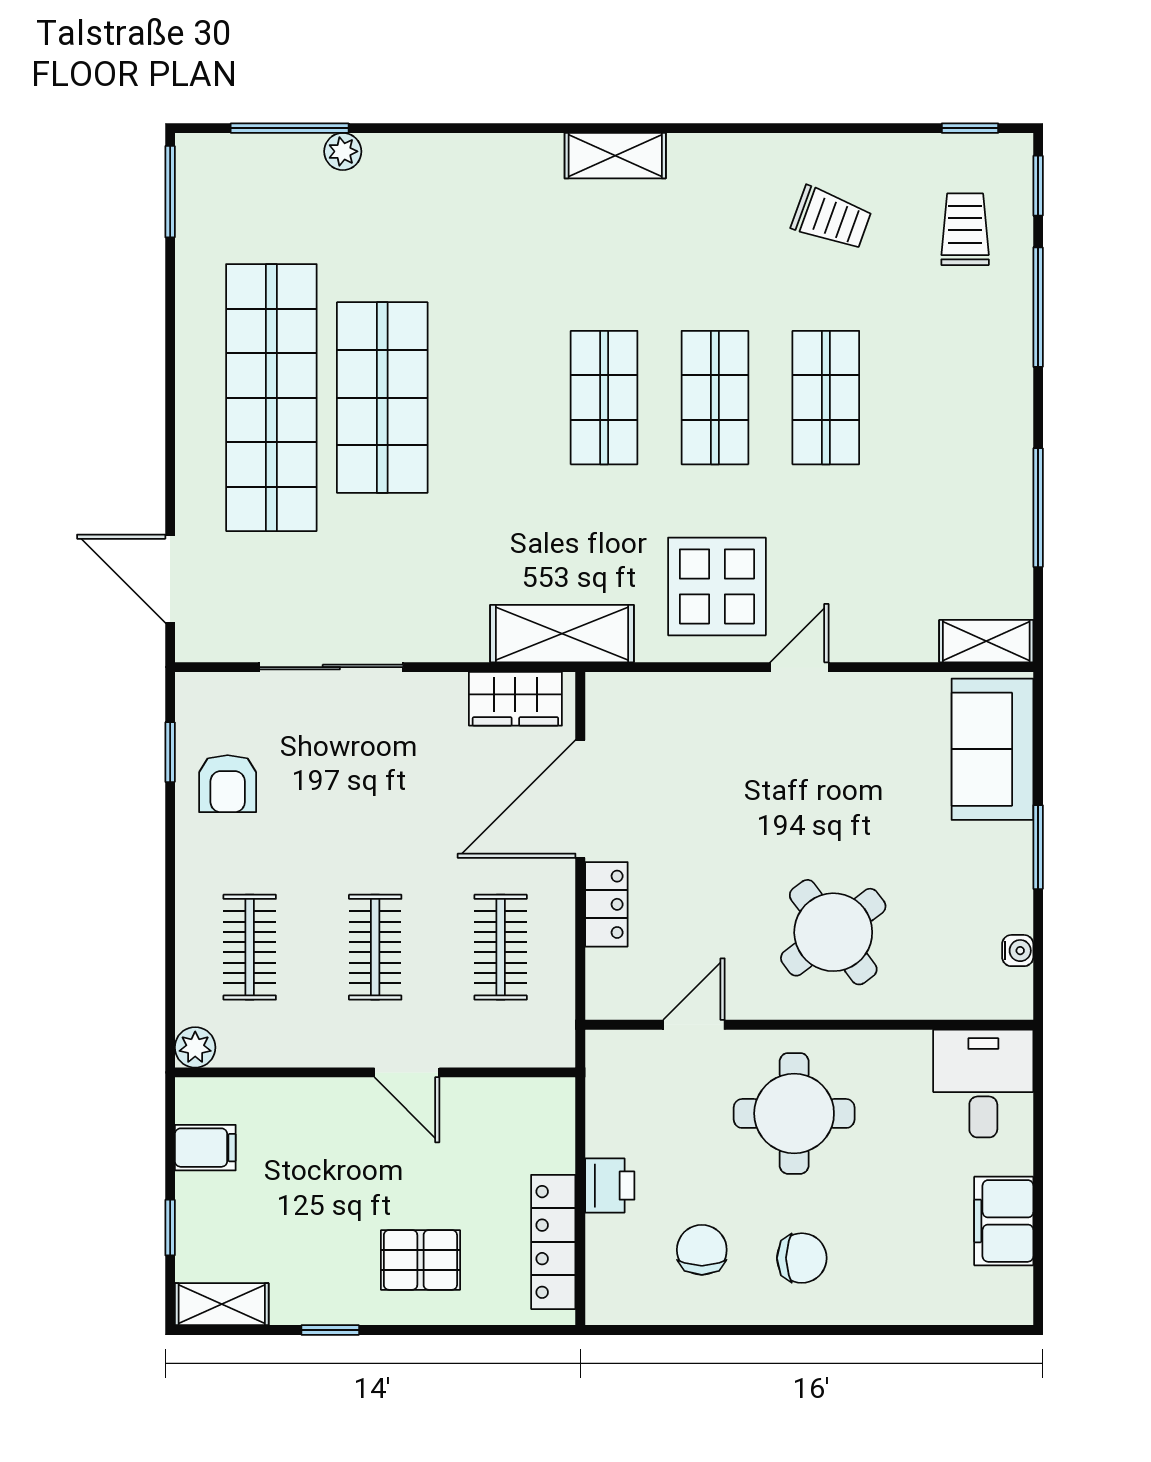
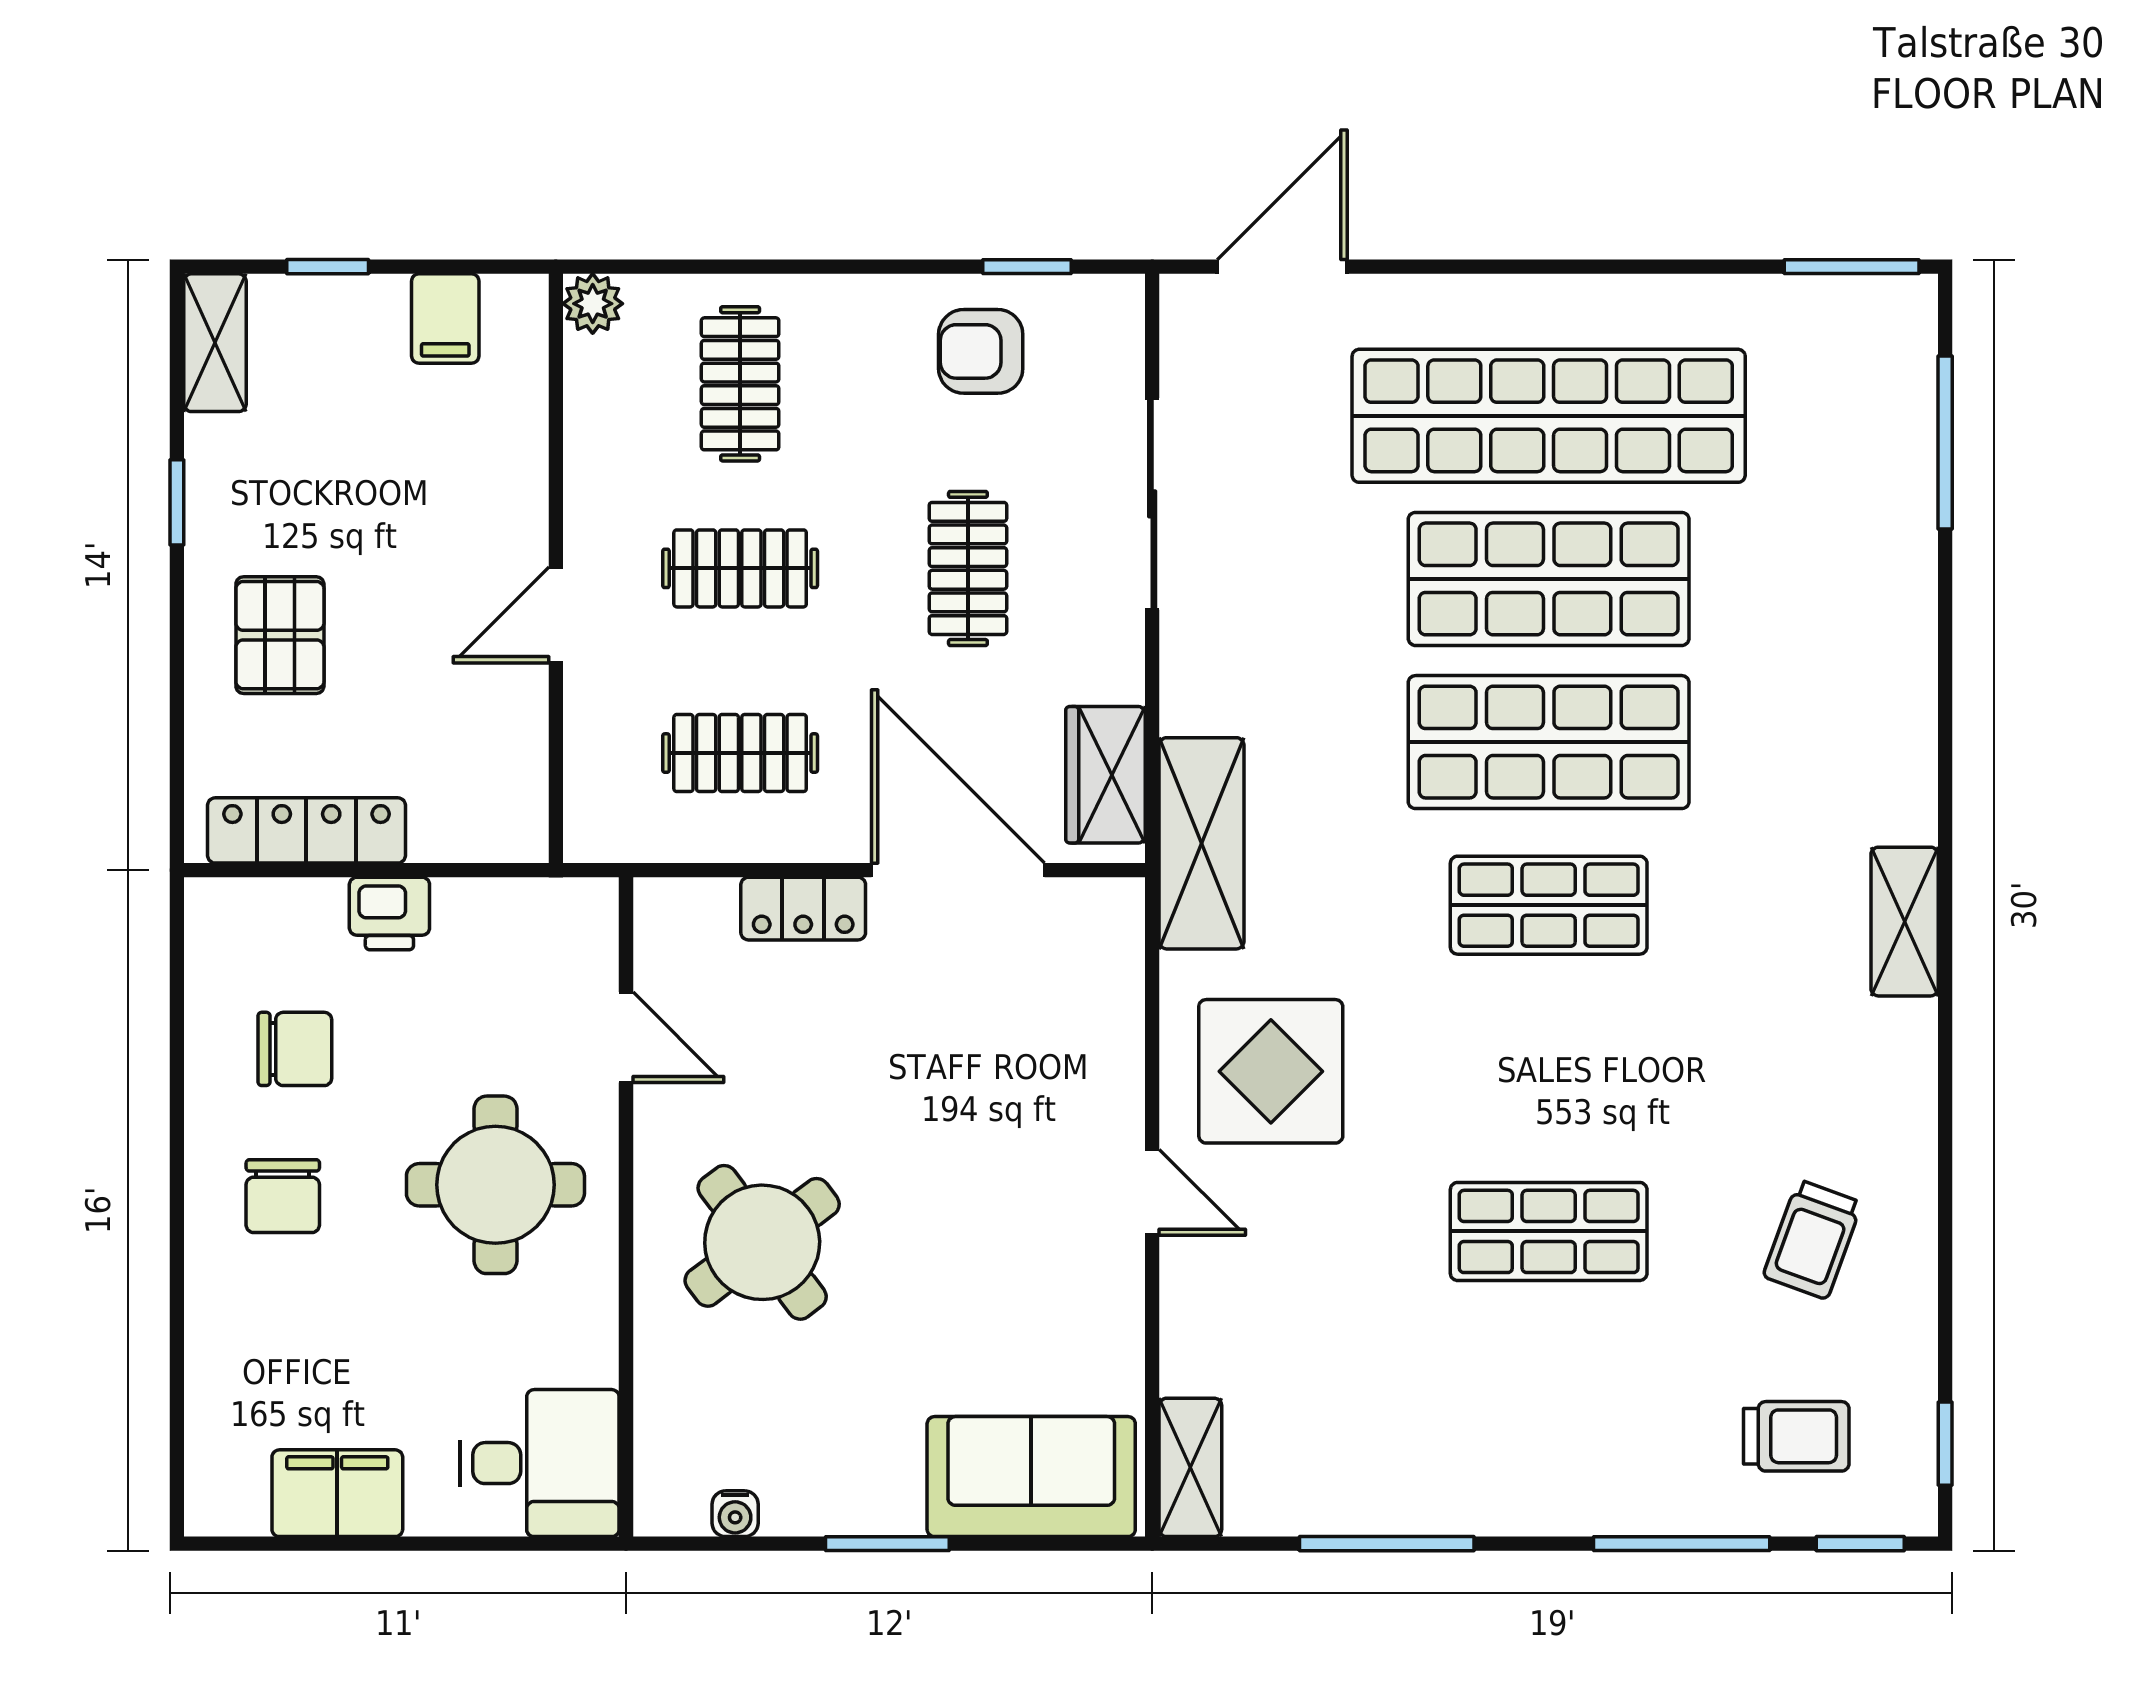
plant: (343, 151) -> (1911, 521), removed
shop shelf: (715, 398) -> (1549, 742), moved, width x1.43, depth x1.36
clothes rail: (375, 792) -> (968, 568), added
clothes rail: (250, 947) -> (740, 384), turned 90

